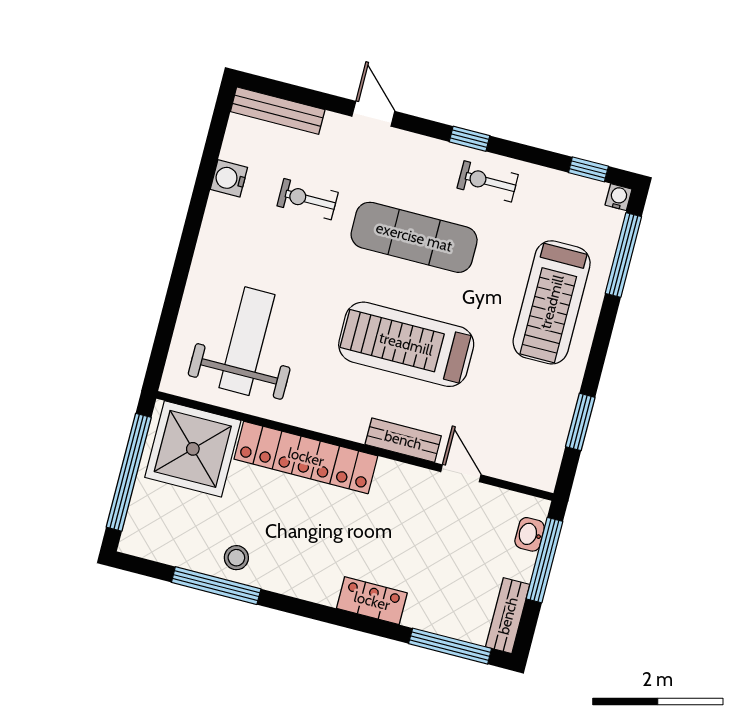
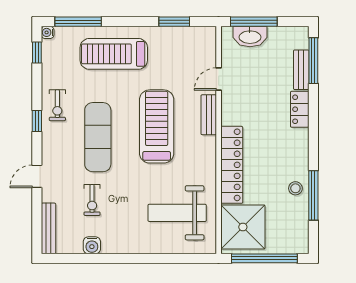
treadmill: (552, 302) -> (114, 54), turned 180
treadmill: (406, 344) -> (157, 126), turned 180
washbasin: (530, 534) -> (250, 37), width x1.91, depth x1.45
bench: (508, 616) -> (301, 70), moved, turned 90

